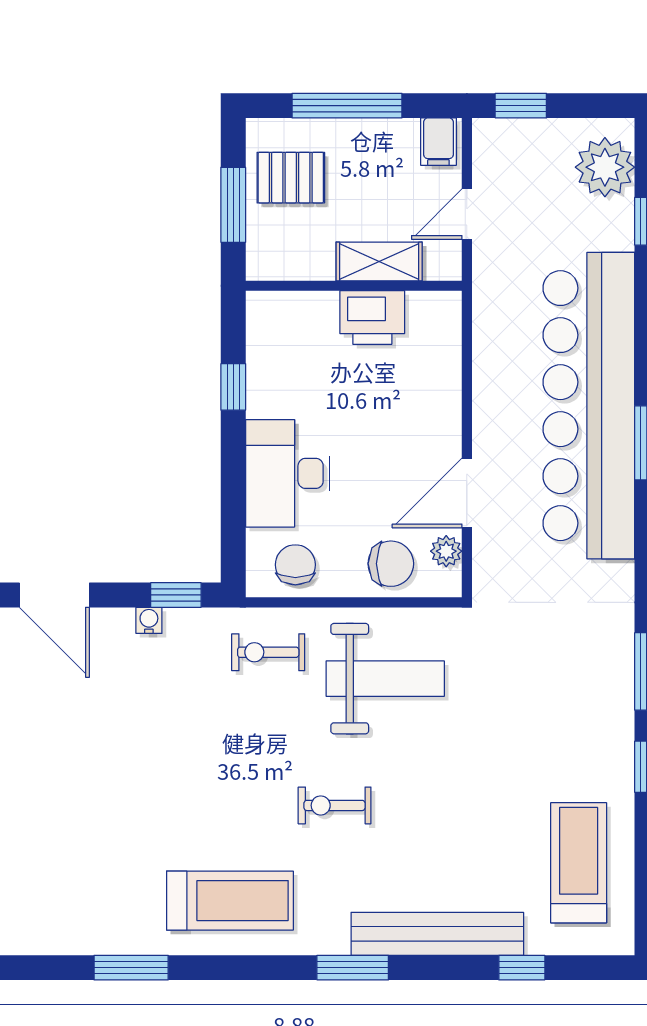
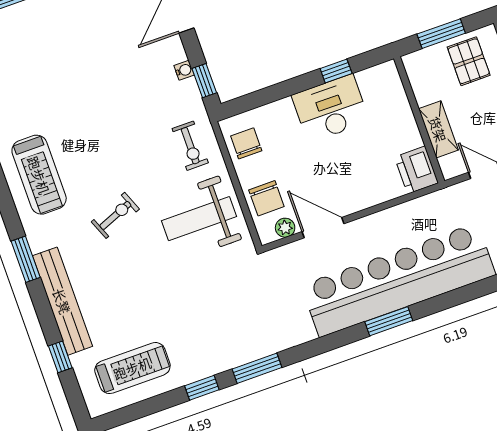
printer: (372, 317) -> (416, 170), moved
desk: (288, 473) -> (330, 108), moved
chair: (295, 565) -> (246, 143), turned -90
exercise bike: (268, 652) -> (190, 146), turned 180
weight bench: (385, 679) -> (199, 219), turned 90
exercise bike: (335, 805) -> (115, 215), turned 68

